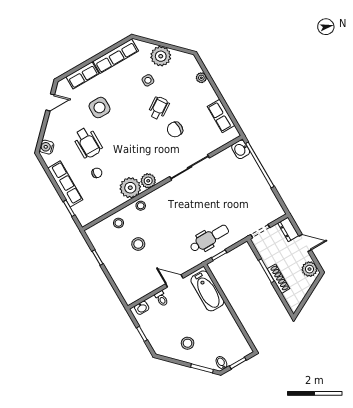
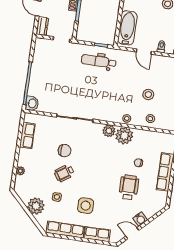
side table: (99, 108) -> (86, 206), moved
water cooler: (47, 147) -> (140, 219), moved

